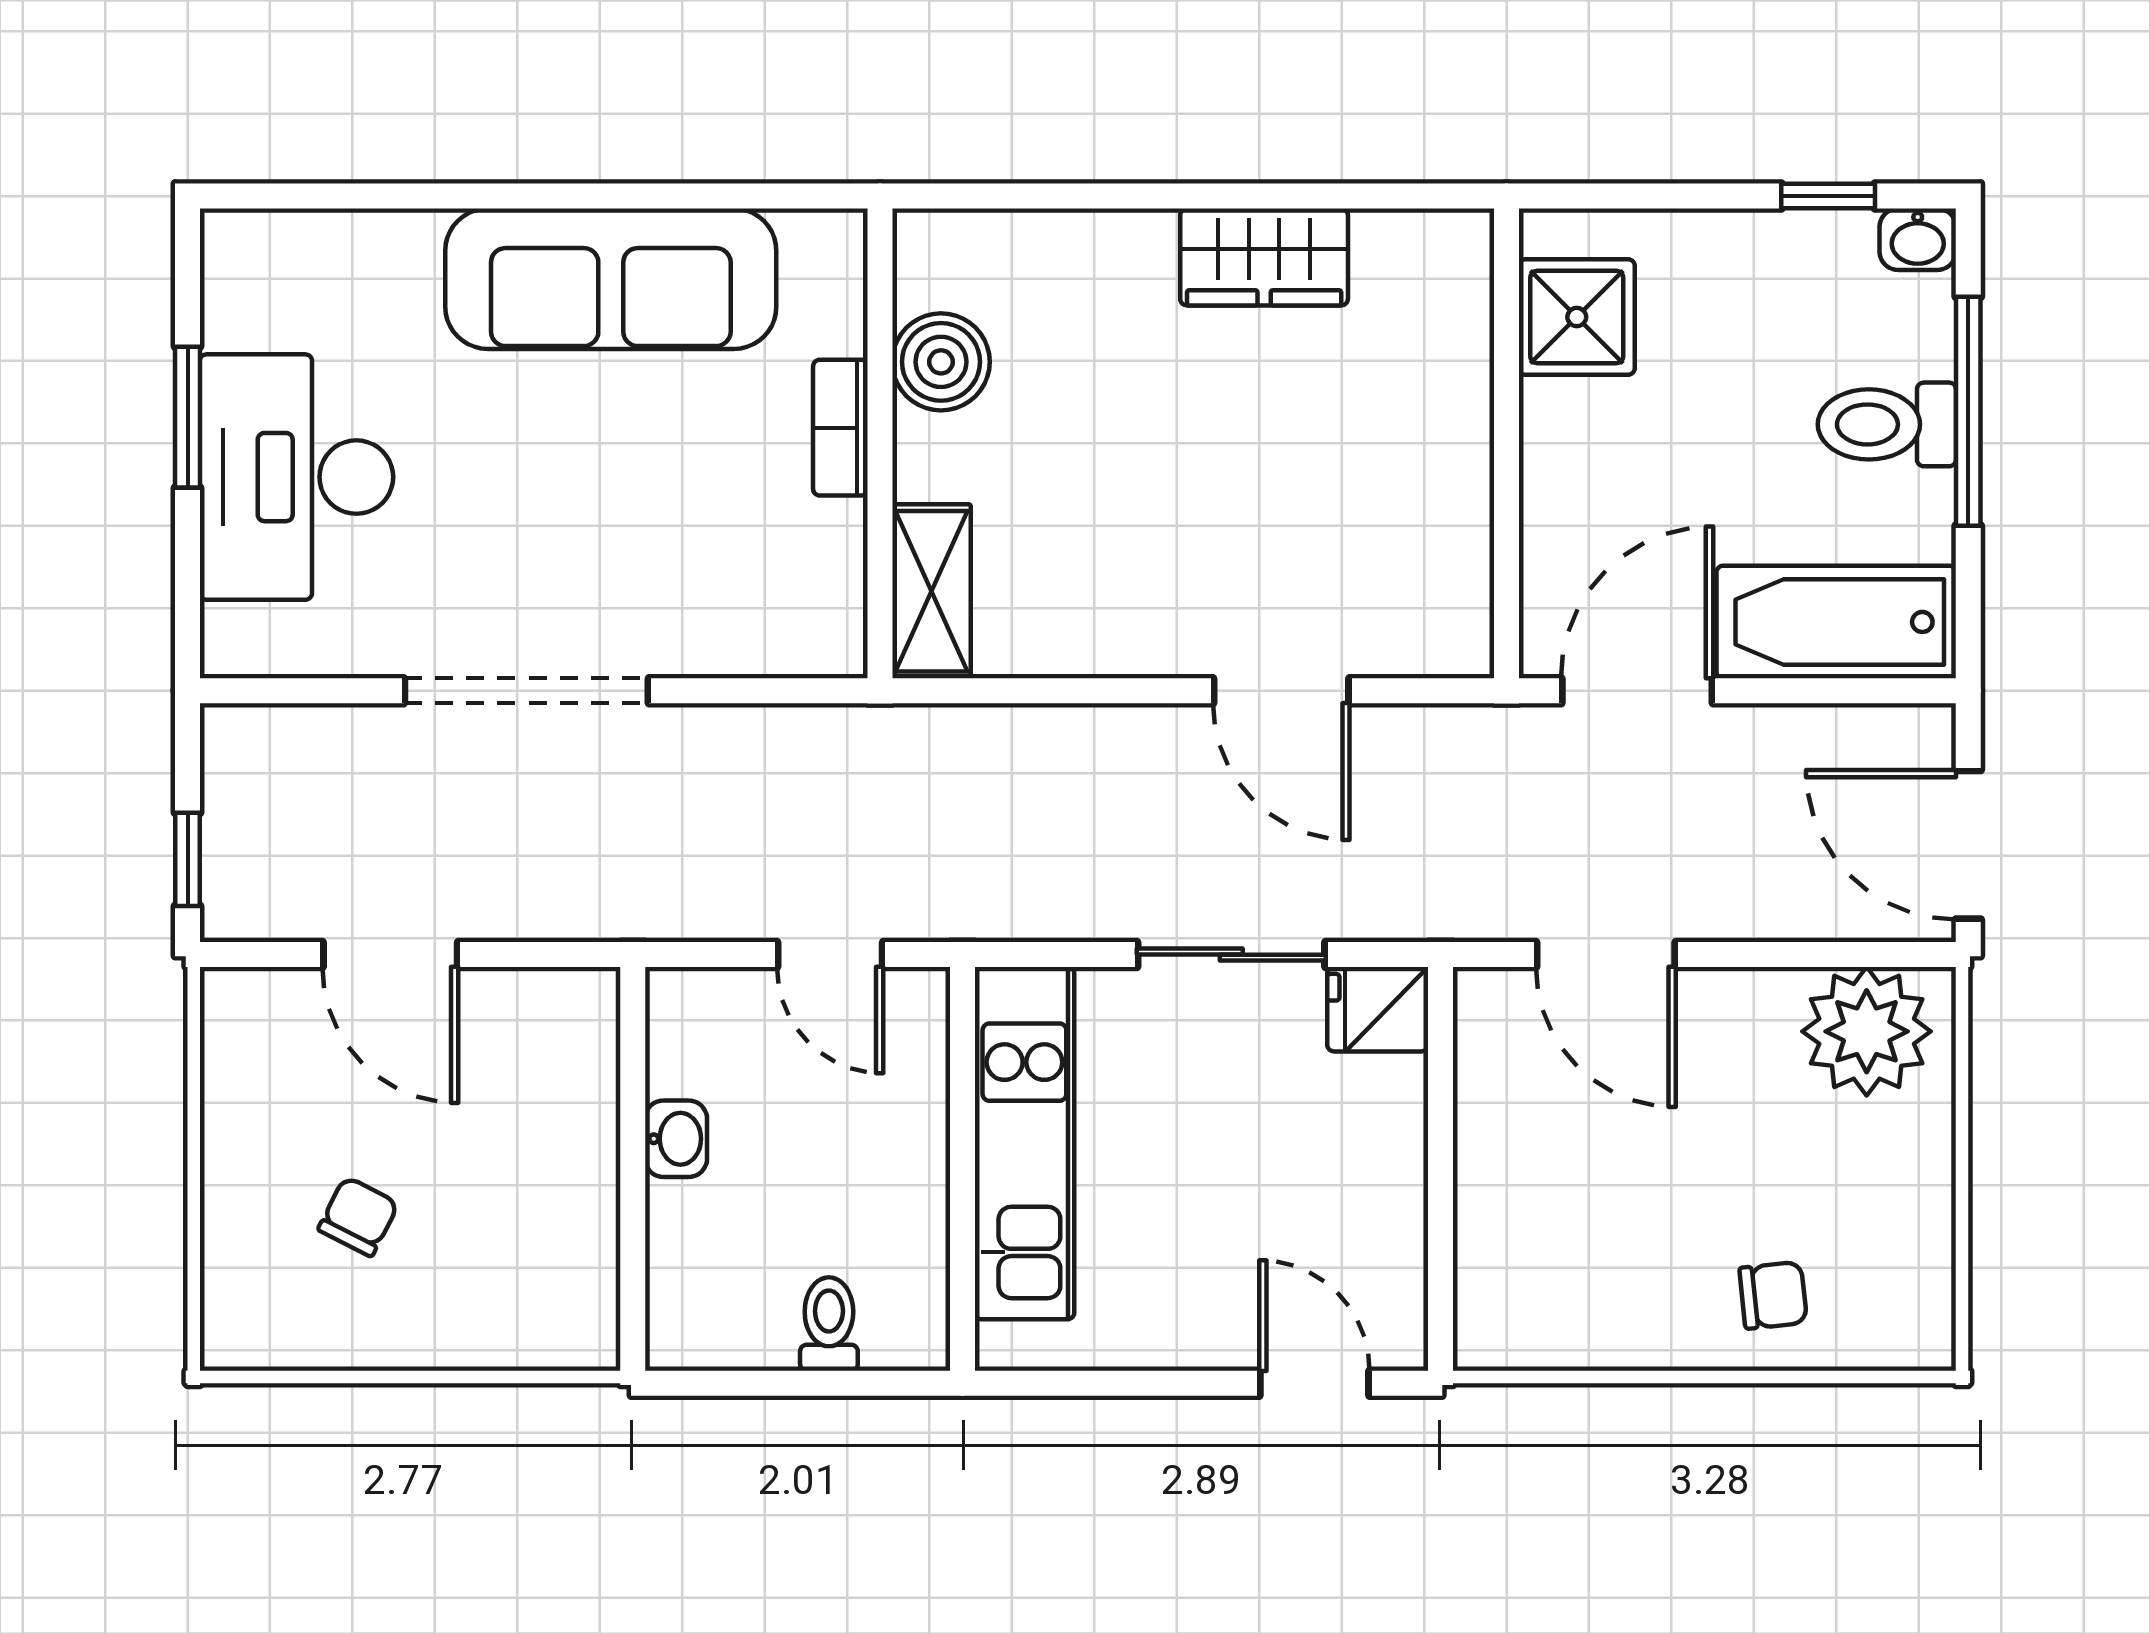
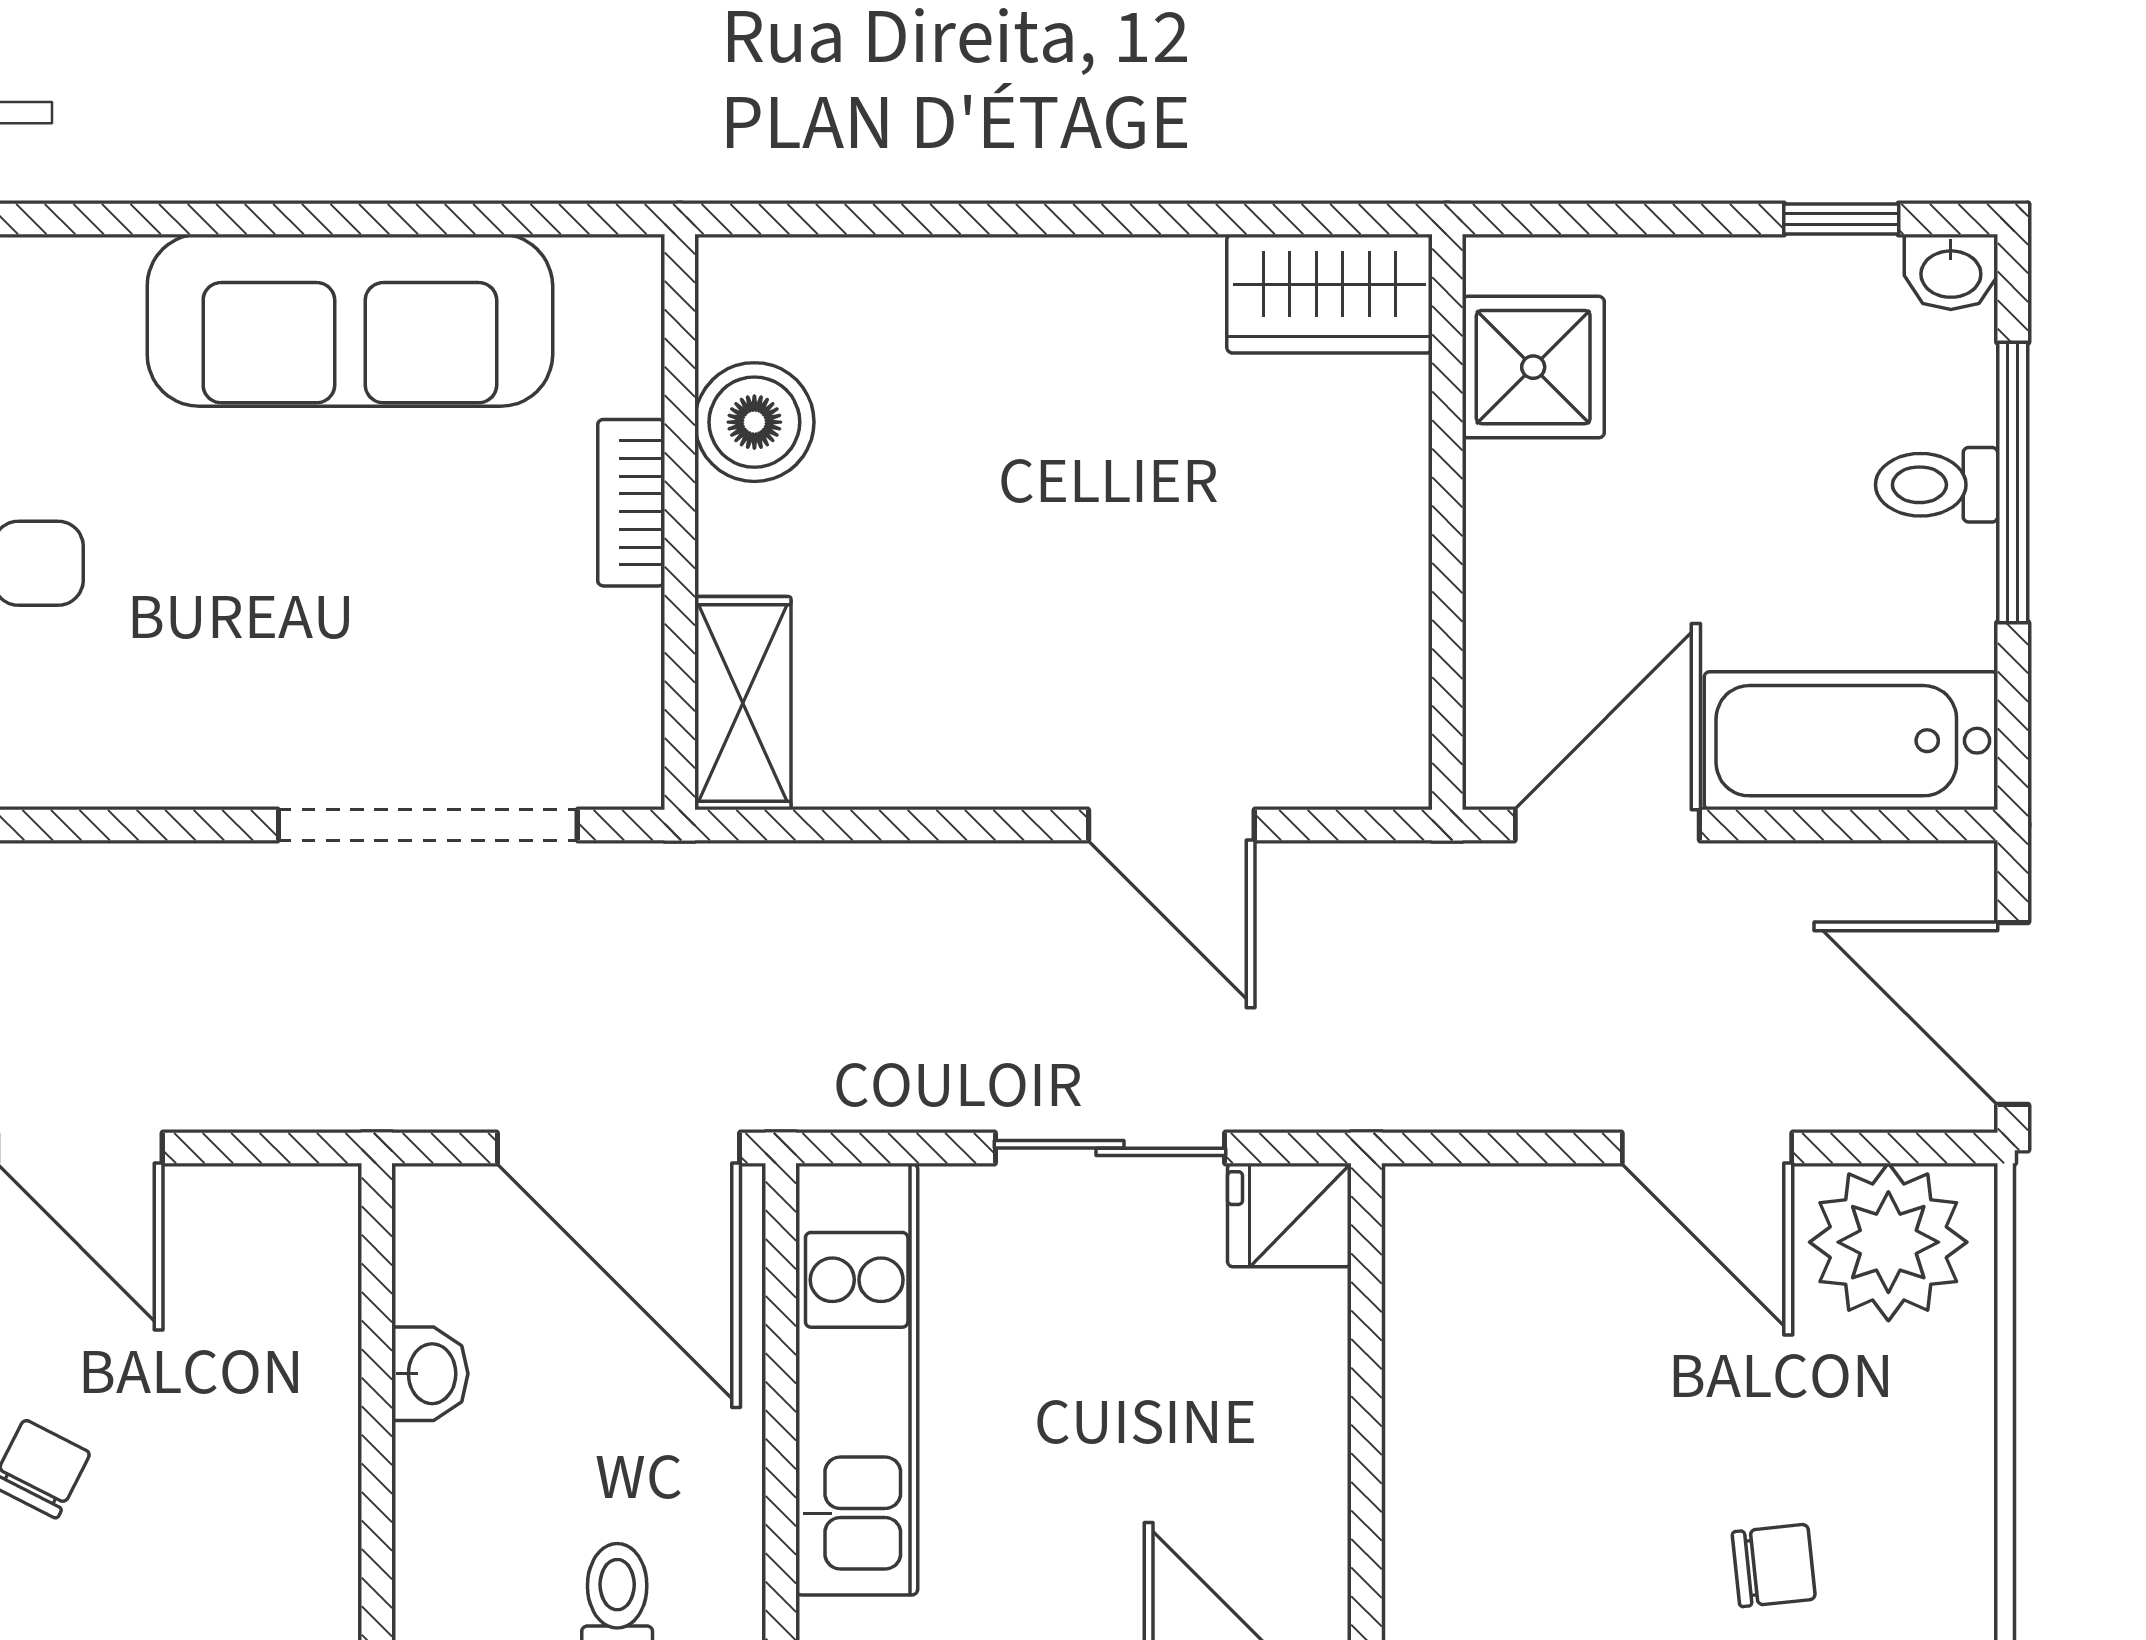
wardrobe: (1264, 257) -> (1329, 294), moved
toilet: (1887, 424) -> (1937, 485), width x0.73, depth x0.72
doorway: (526, 691) -> (428, 825), moved
door: (830, 955) -> (619, 1148), width x1.88
door: (1606, 955) -> (1707, 1148), moved

